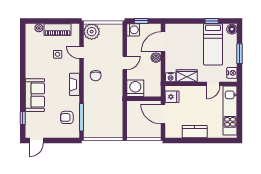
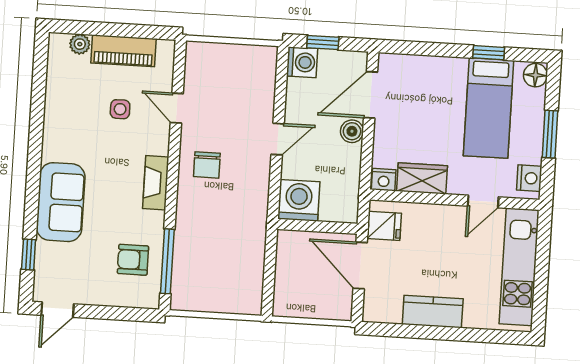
plant: (92, 32) -> (204, 61), removed

